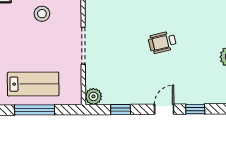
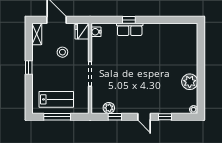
wheelchair: (162, 42) -> (143, 72), removed
plant: (93, 96) -> (109, 108), moved
door: (164, 109) -> (144, 117), swing flipped

